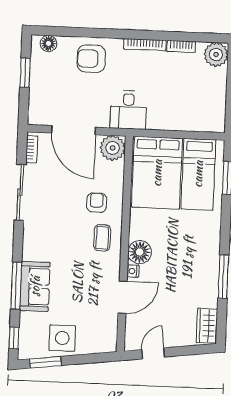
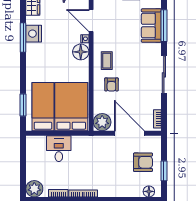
armchair: (91, 59) -> (143, 162), moved
desk: (128, 110) -> (59, 149), moved
sliding door: (20, 192) -> (164, 75), moved
nightstand: (207, 282) -> (34, 34), added
door: (123, 297) -> (91, 21), hinge flipped

